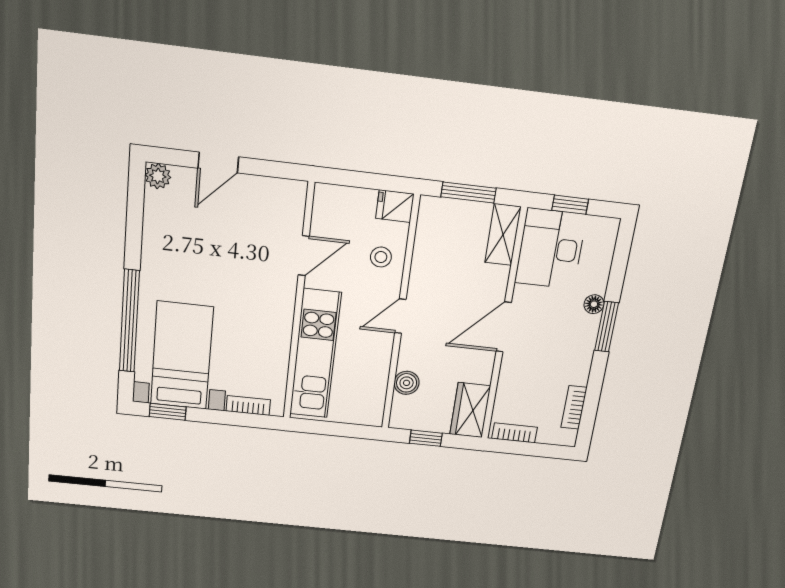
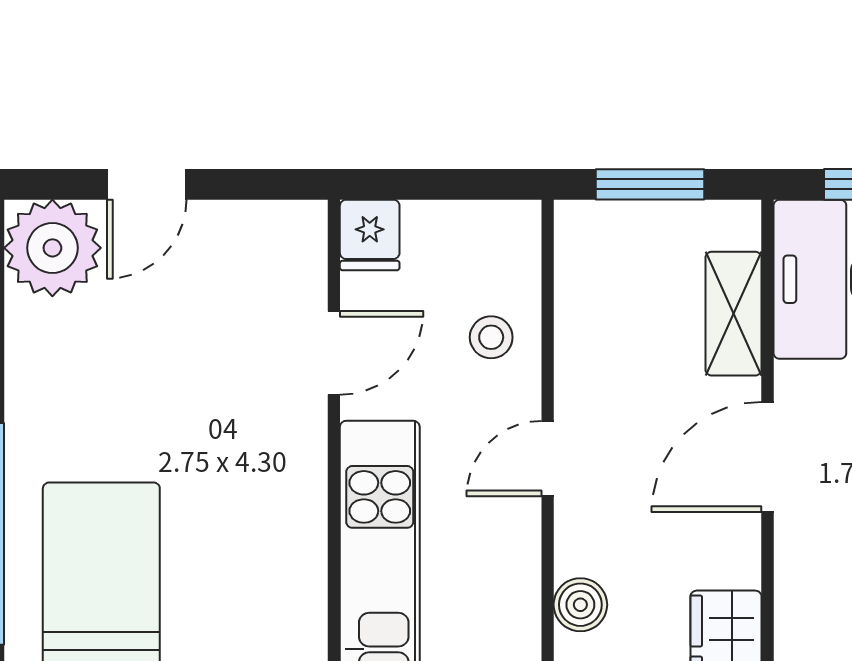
plant: (158, 176) -> (52, 248), width x1.88, depth x1.88
fridge: (395, 206) -> (370, 235), moved, turned -90
shelving: (503, 235) -> (733, 314), moved

